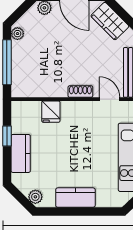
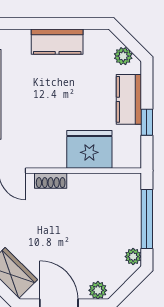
fridge: (51, 112) -> (89, 149), width x1.88, depth x1.34
plant: (35, 197) -> (123, 56), moved

